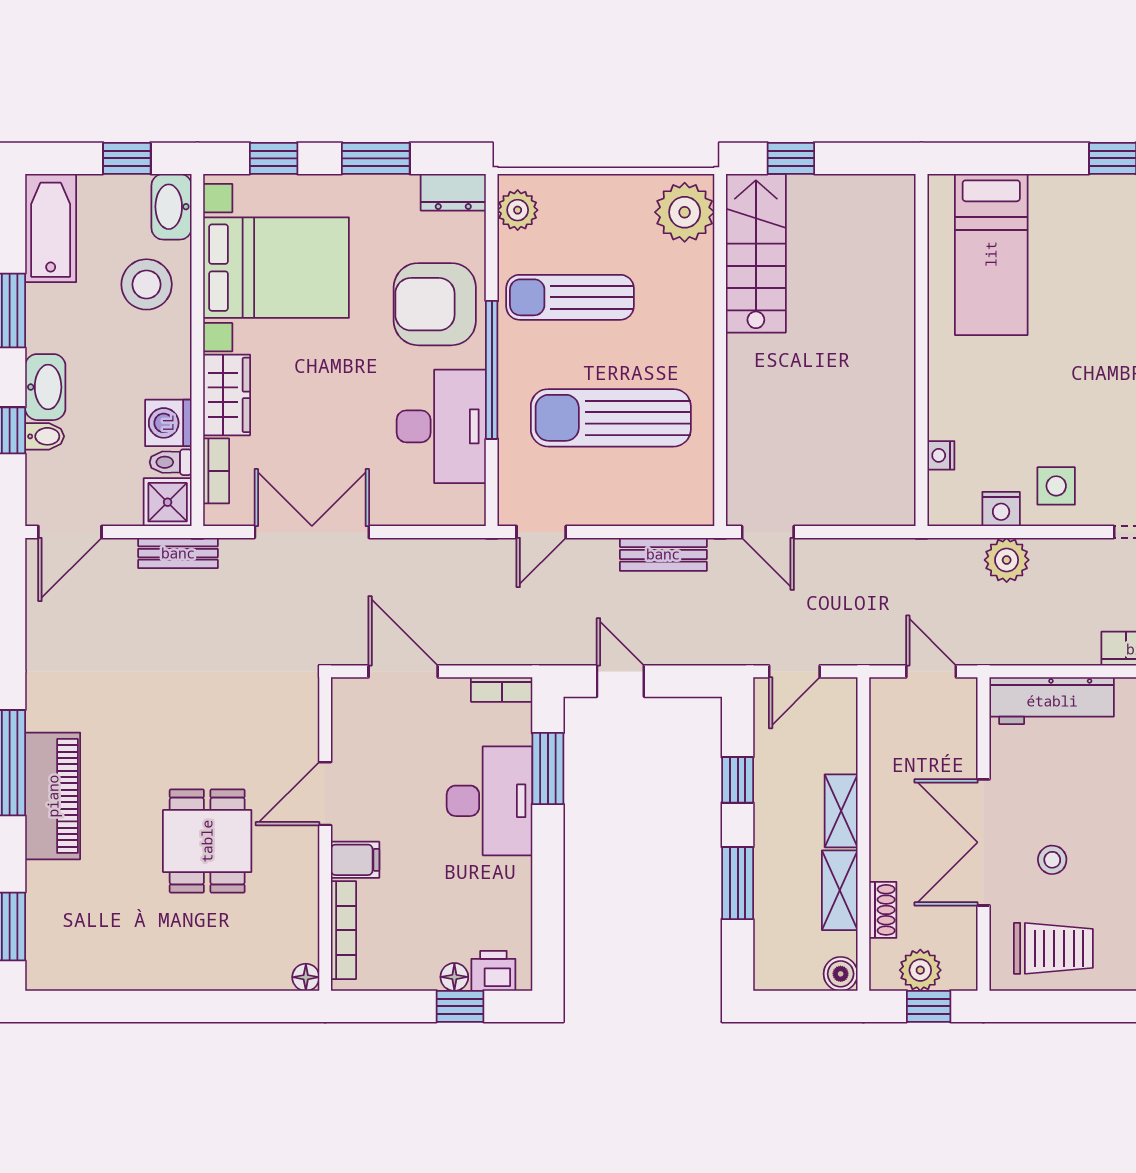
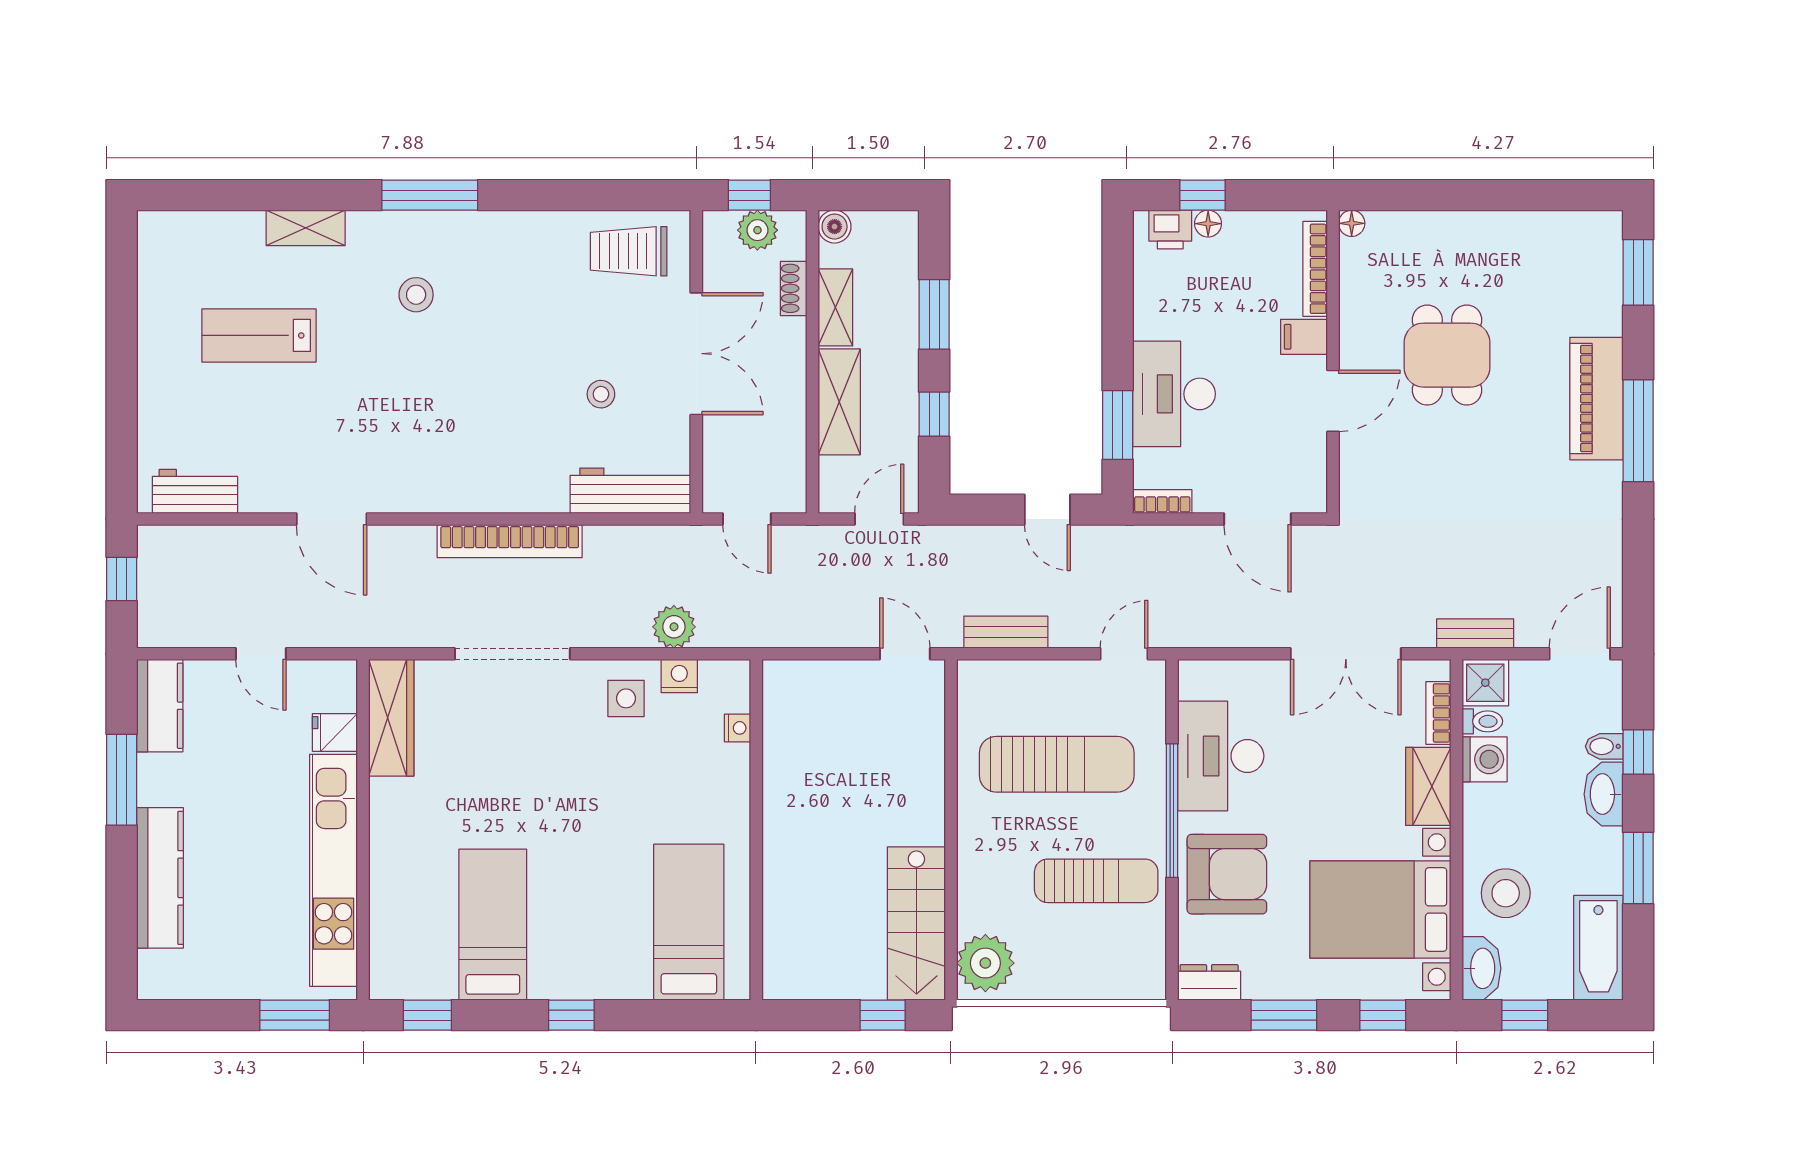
plant: (518, 210) -> (1147, 965), removed
shelving: (841, 811) -> (839, 402), width x1.50, depth x1.33
stool: (1052, 860) -> (601, 394), moved

